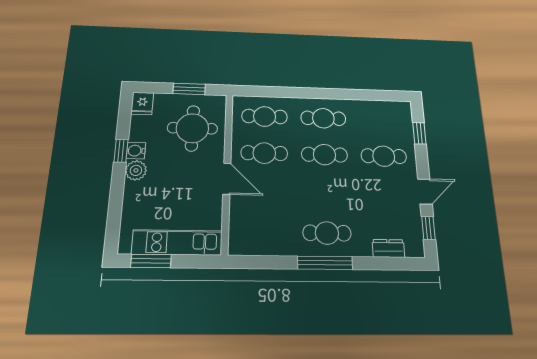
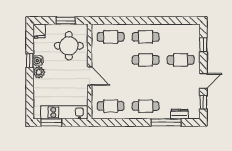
cafe table: (264, 153) -> (111, 106), moved
window: (325, 263) -> (166, 122), moved

